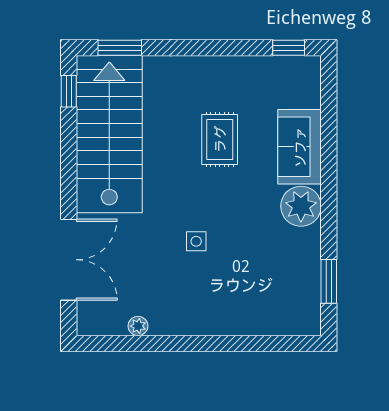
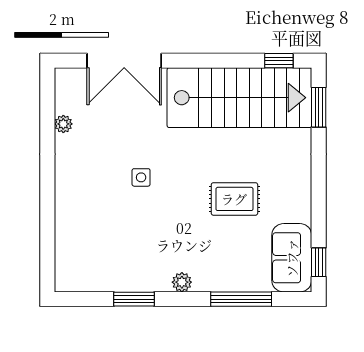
window: (329, 132) -> (241, 299), added
sofa: (300, 147) -> (292, 258), moved, turned -90
plant: (301, 206) -> (182, 282), width x0.53, depth x0.53
window: (329, 281) -> (134, 299), moved

